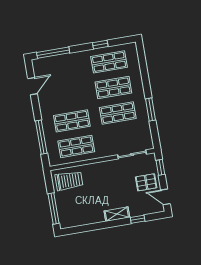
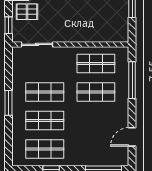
window: (151, 110) -> (9, 103), moved
trolley: (69, 181) -> (110, 28), removed

